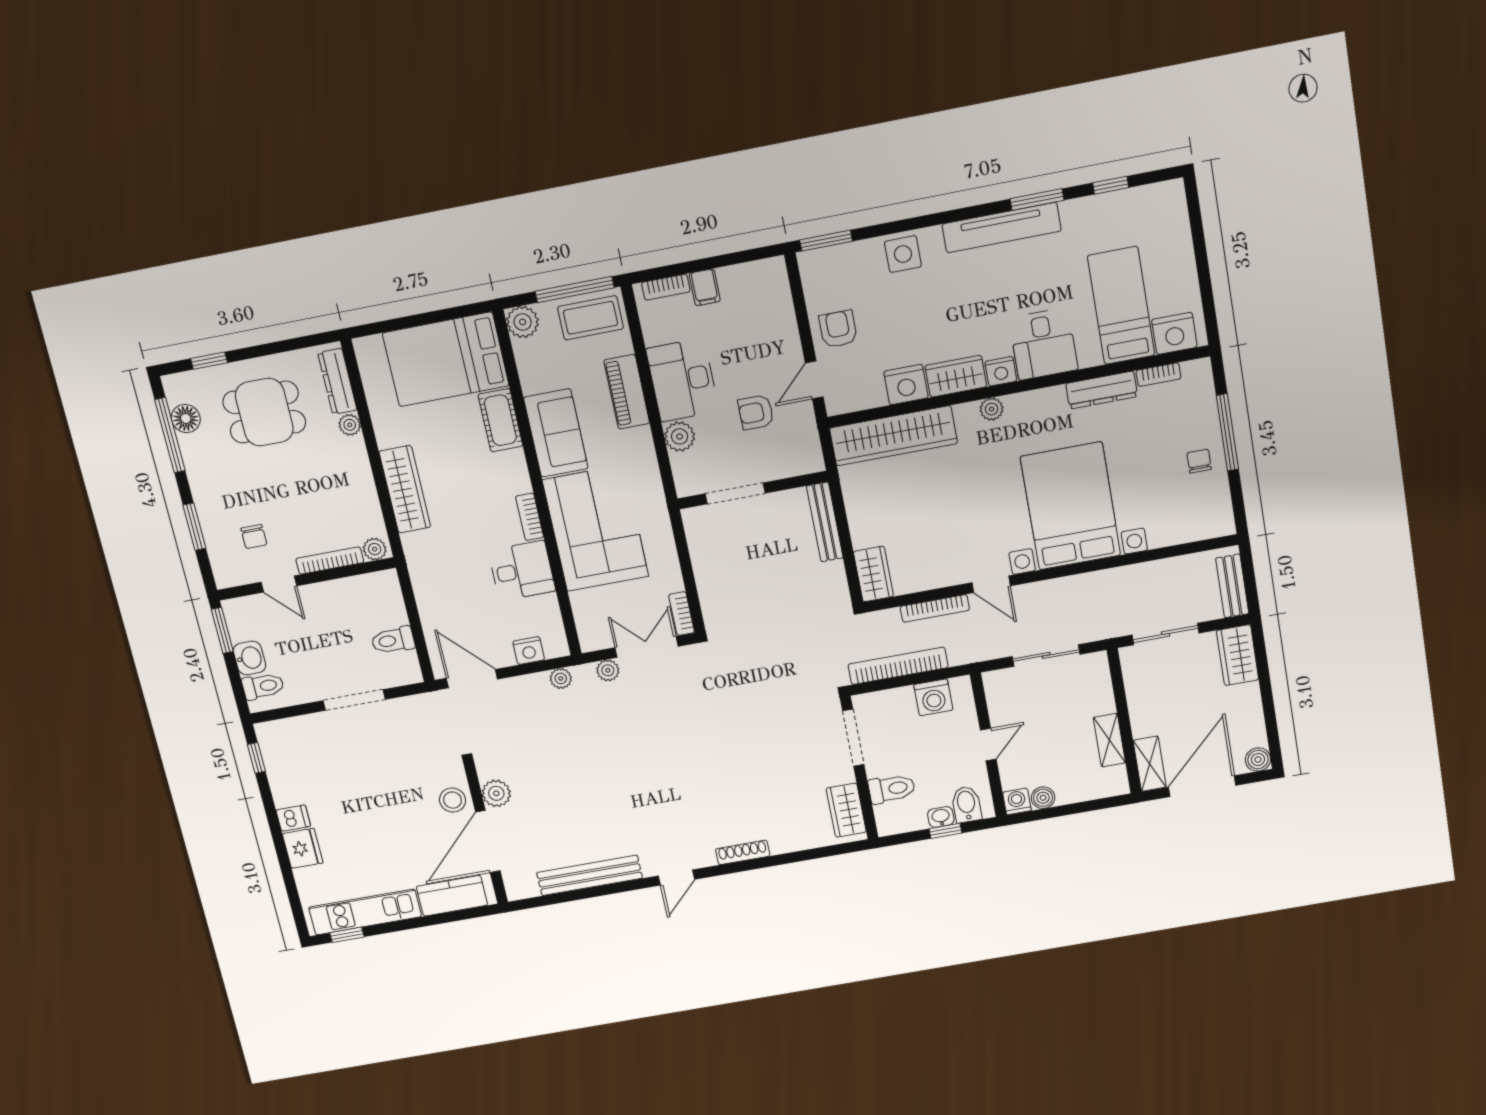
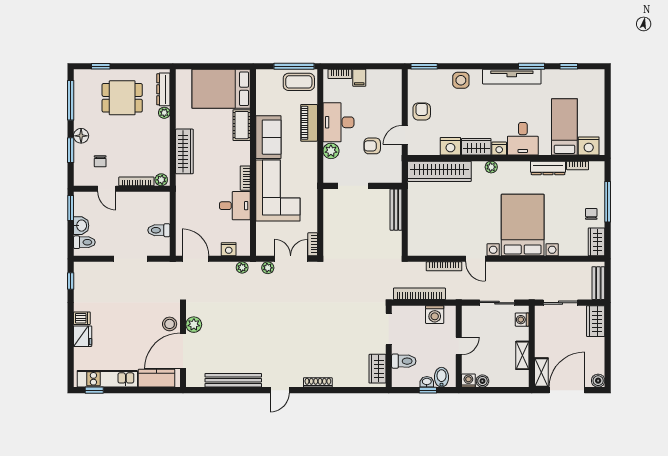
plant: (523, 322) -> (264, 77), removed
floor lamp: (186, 418) -> (81, 136), moved
wardrobe: (873, 574) -> (597, 242), moved, turned 180
washing machine: (1098, 677) -> (522, 320), added

